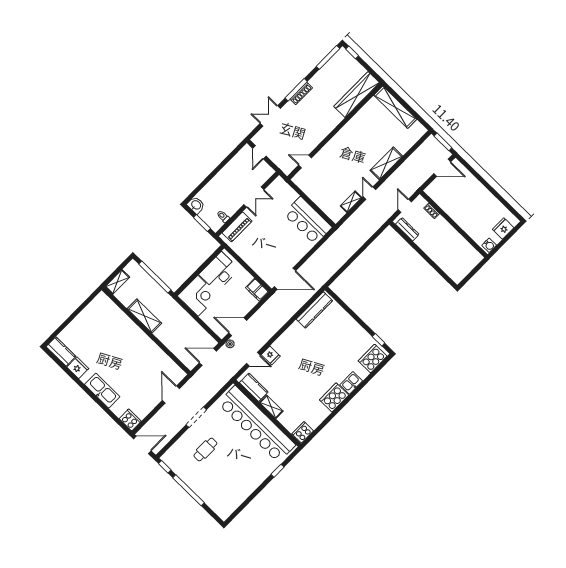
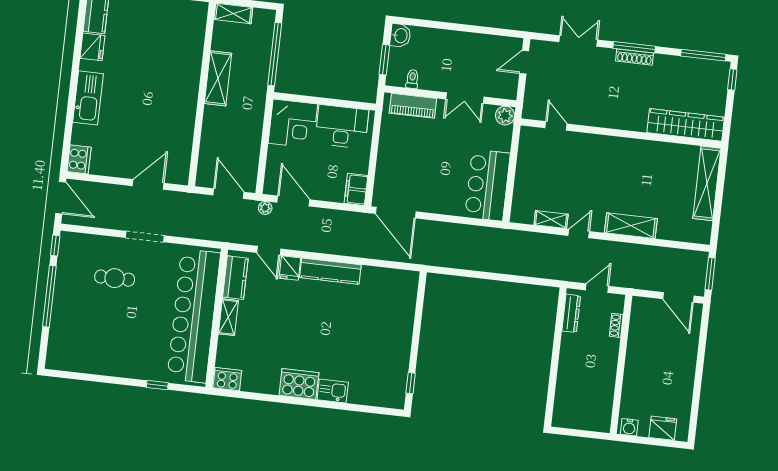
plant: (279, 184) -> (505, 116), added
kitchen counter: (314, 310) -> (330, 271), moved
cooker: (373, 359) -> (382, 394), removed

